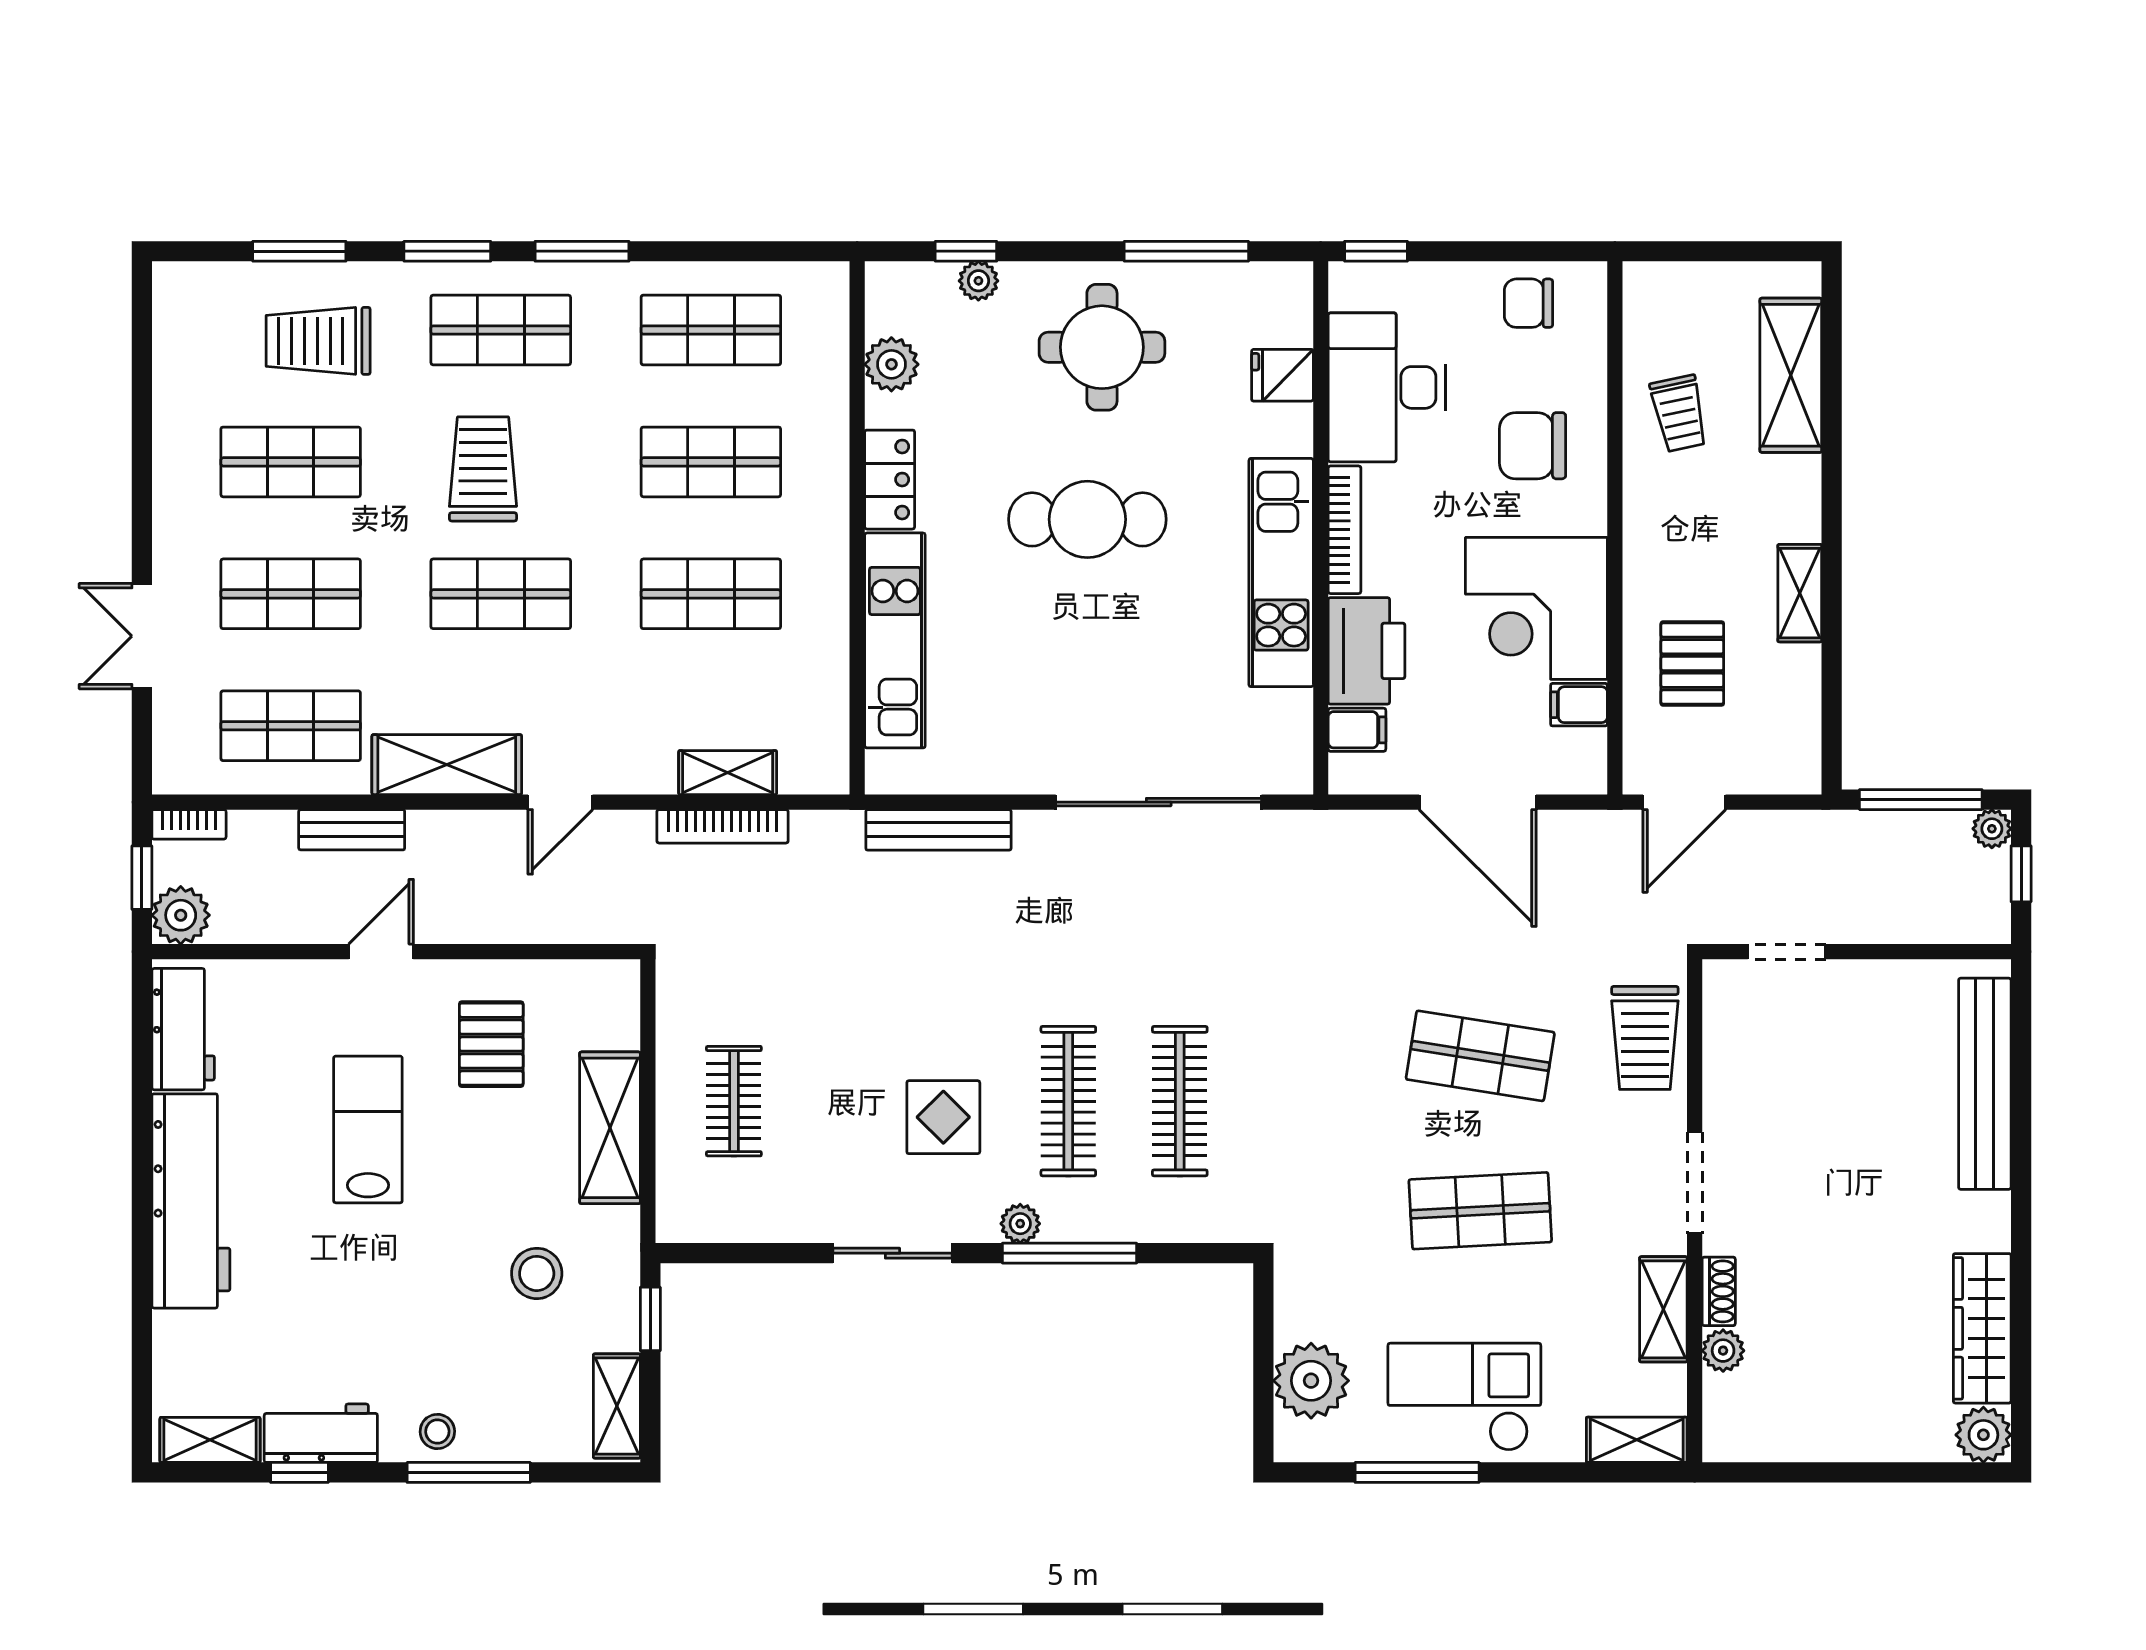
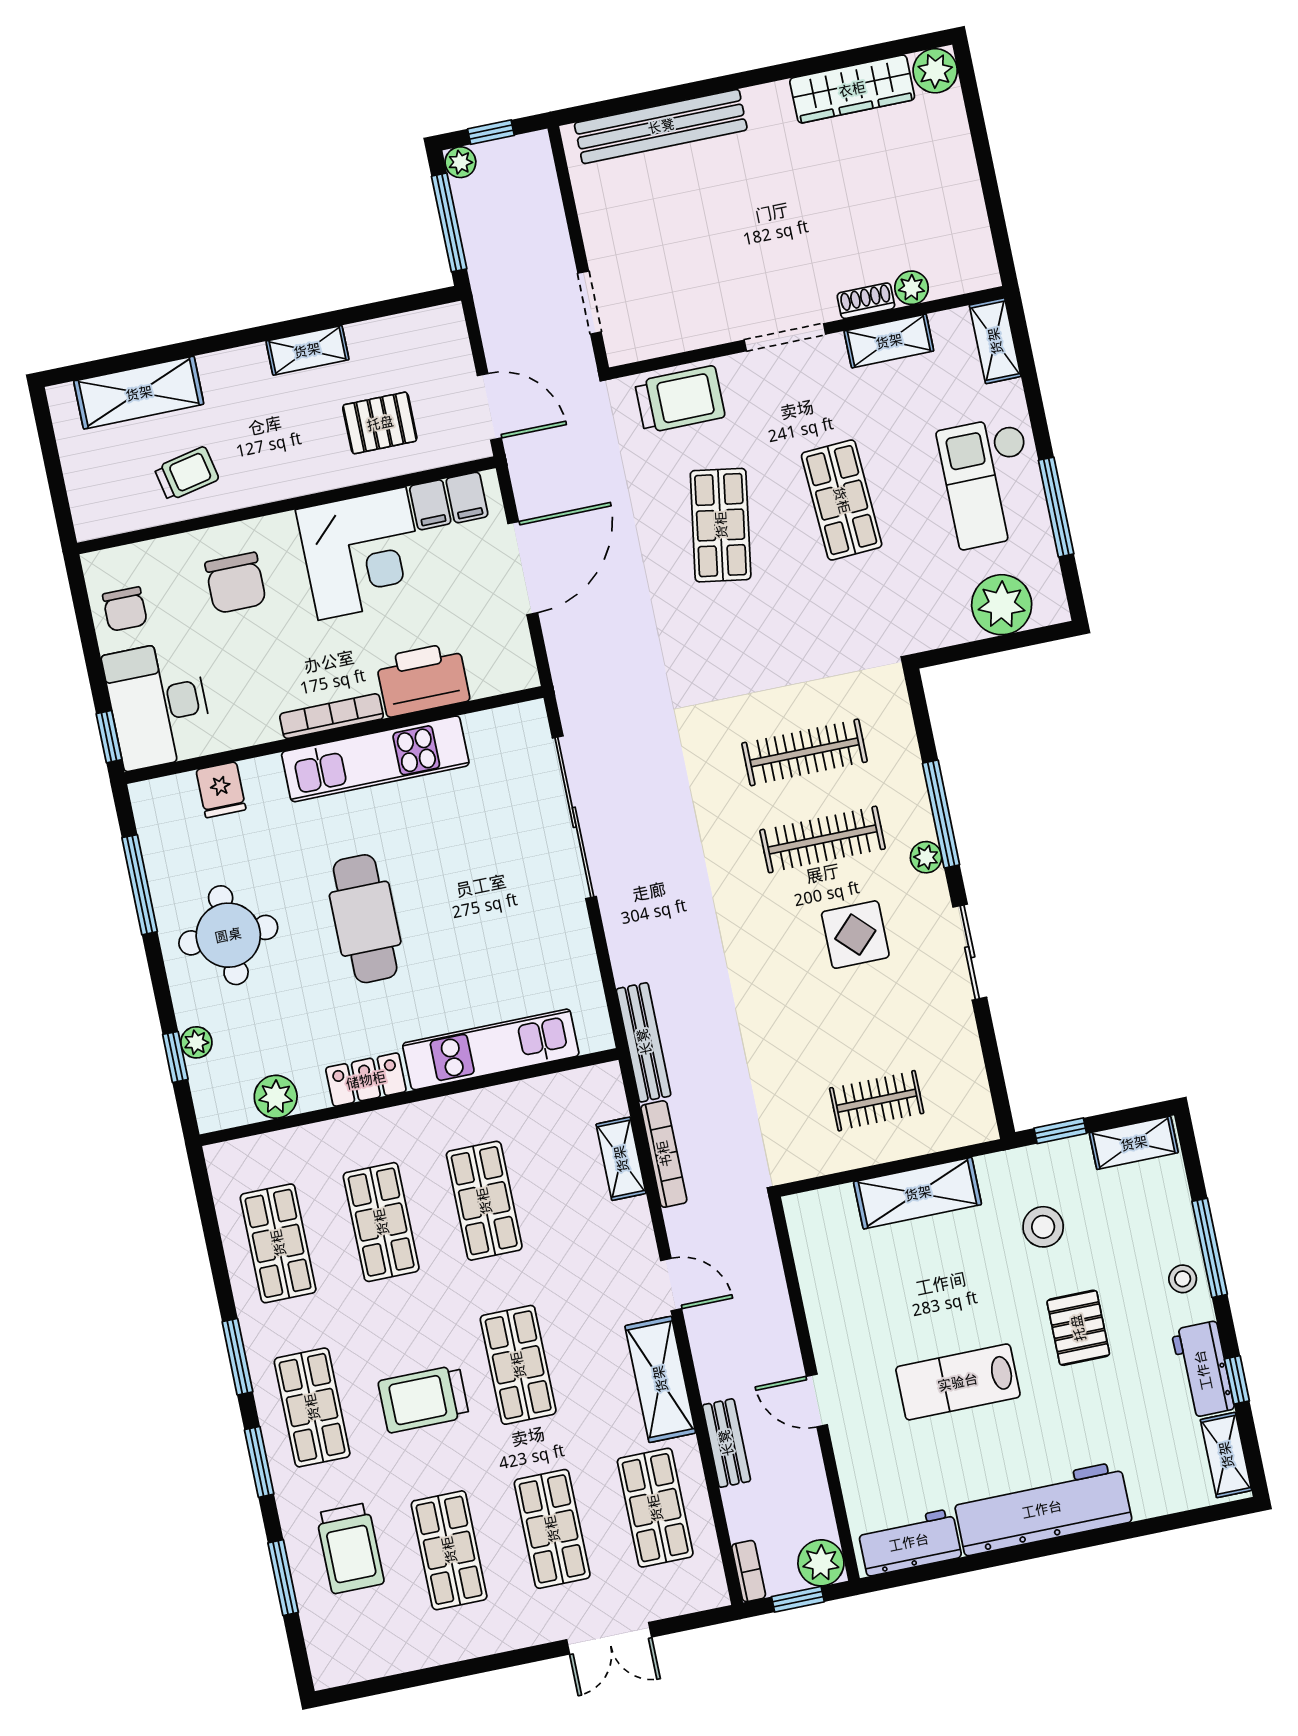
desk: (1387, 387) -> (158, 705), moved, turned 90
filing cabinet: (1357, 730) -> (467, 497), moved, turned 180
bench: (938, 830) -> (644, 1042), moved
pallet: (491, 1044) -> (1078, 1328), moved, turned 90

